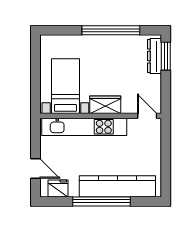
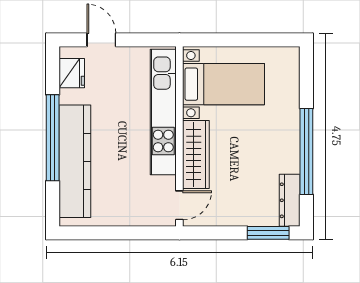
dresser: (155, 56) -> (290, 200), moved, turned -90
wardrobe: (105, 105) -> (196, 154), width x1.50
door: (36, 168) -> (101, 40), swing flipped

